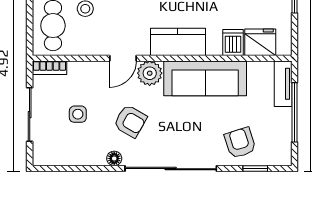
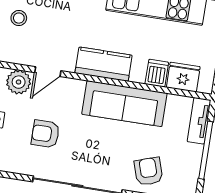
plant: (150, 73) -> (19, 82), moved
armchair: (130, 121) -> (45, 134), turned 150
floor lamp: (114, 158) -> (24, 168), removed

